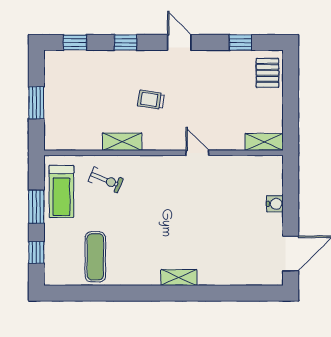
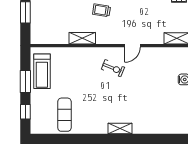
door: (197, 153) -> (132, 46), swing flipped
exercise bike: (106, 180) -> (113, 68), moved

